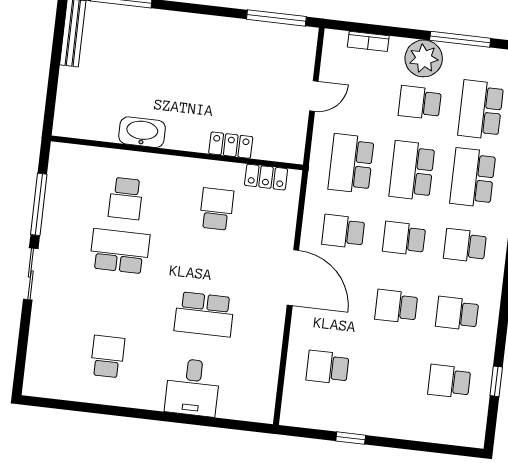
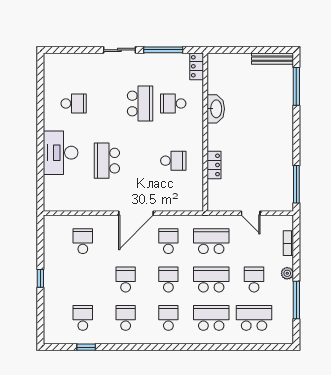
plant: (424, 58) -> (287, 273), width x0.53, depth x0.53
locker: (266, 177) -> (197, 66), moved
desk: (192, 387) -> (61, 153), width x1.37
window: (351, 438) -> (40, 278), moved

